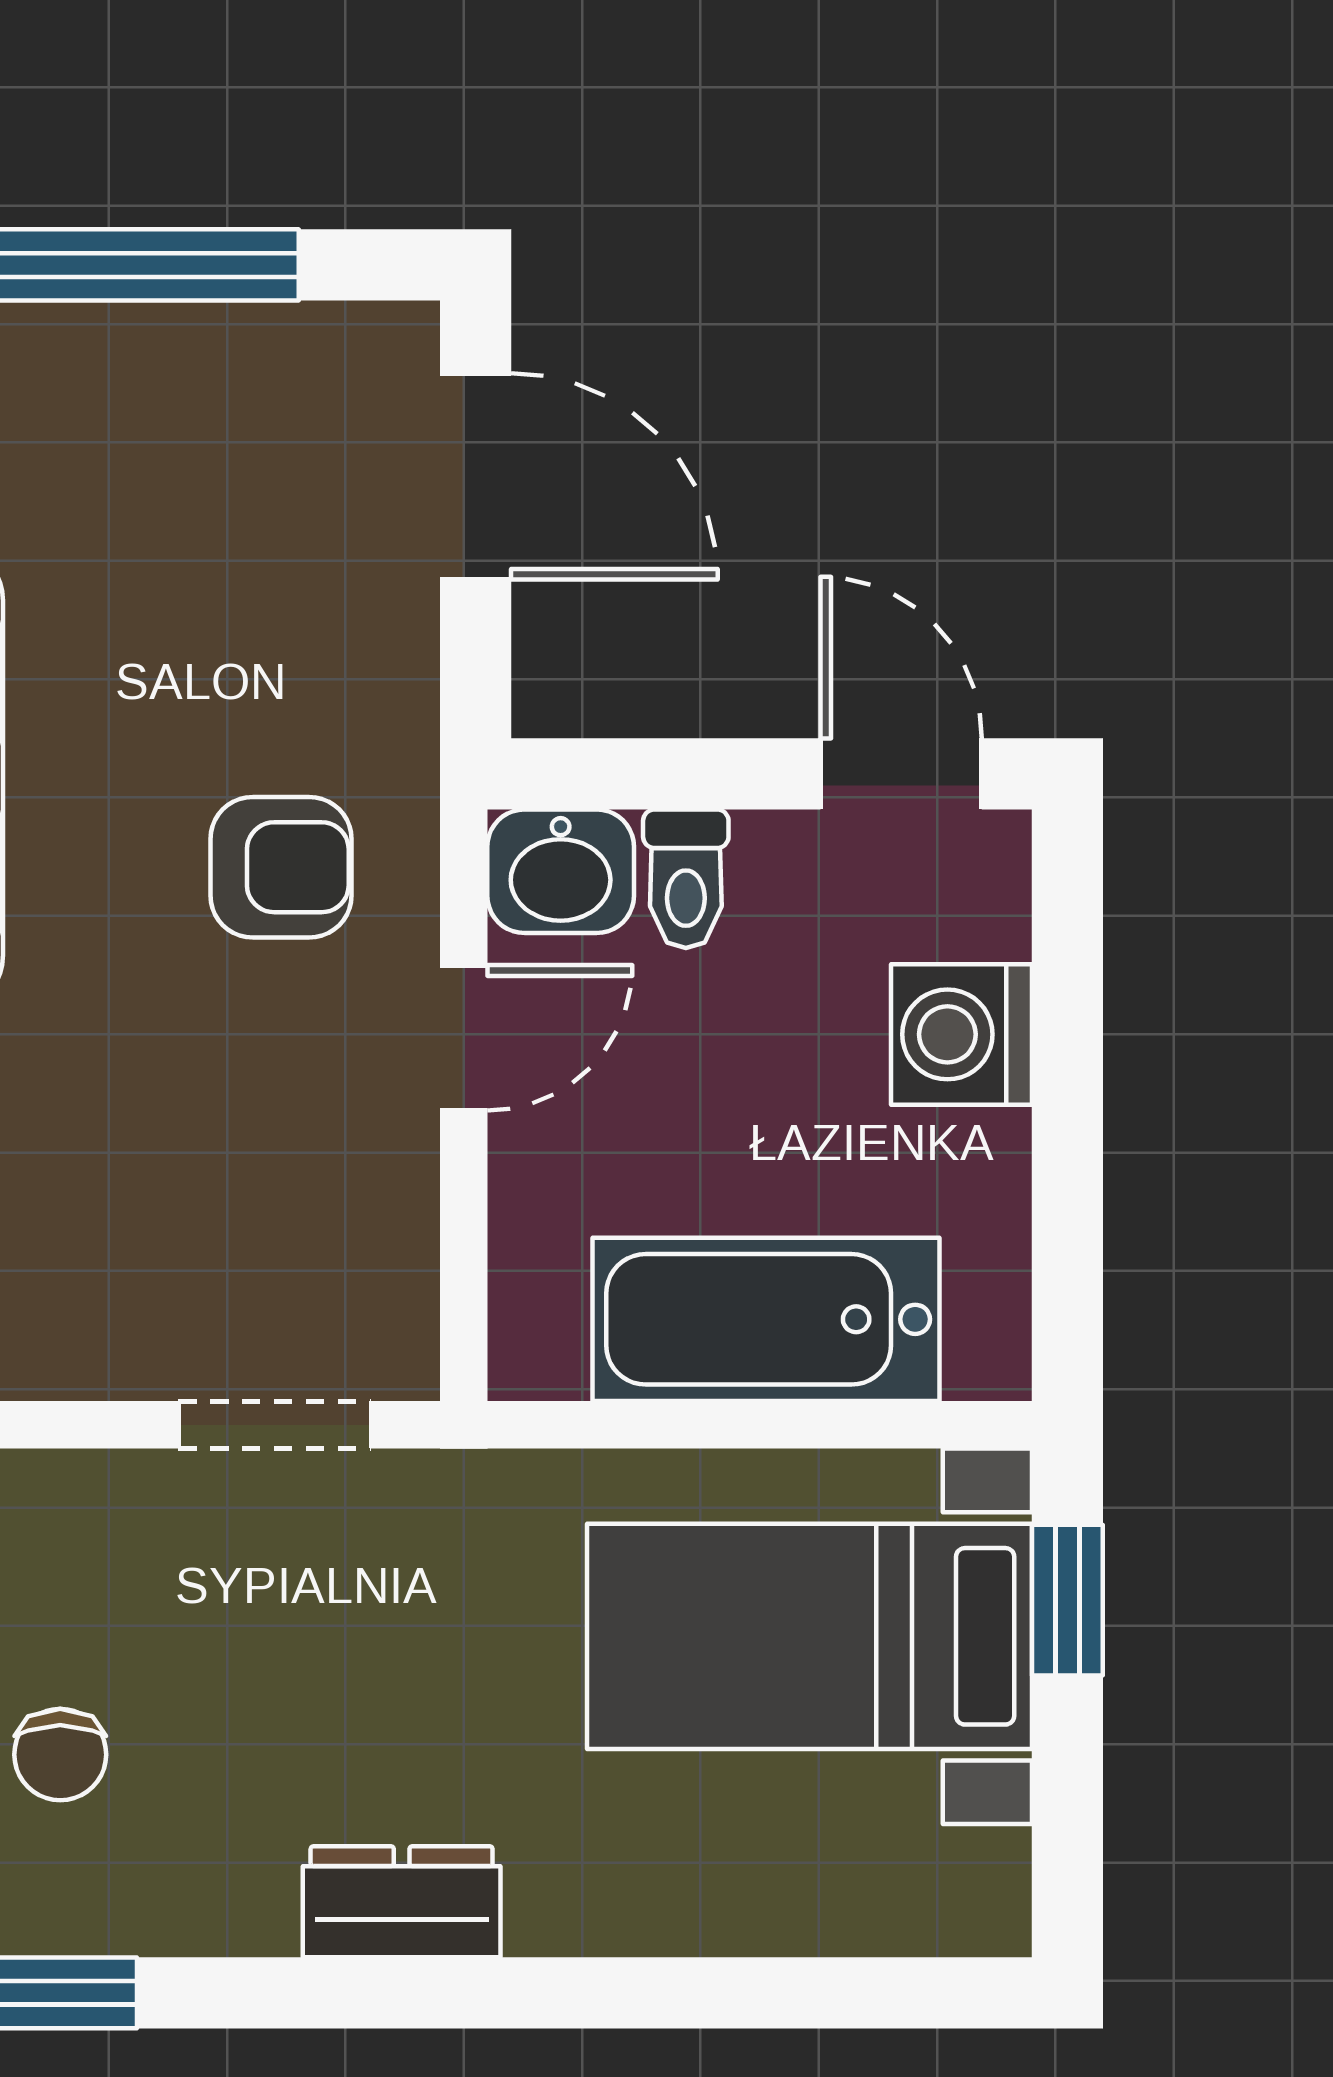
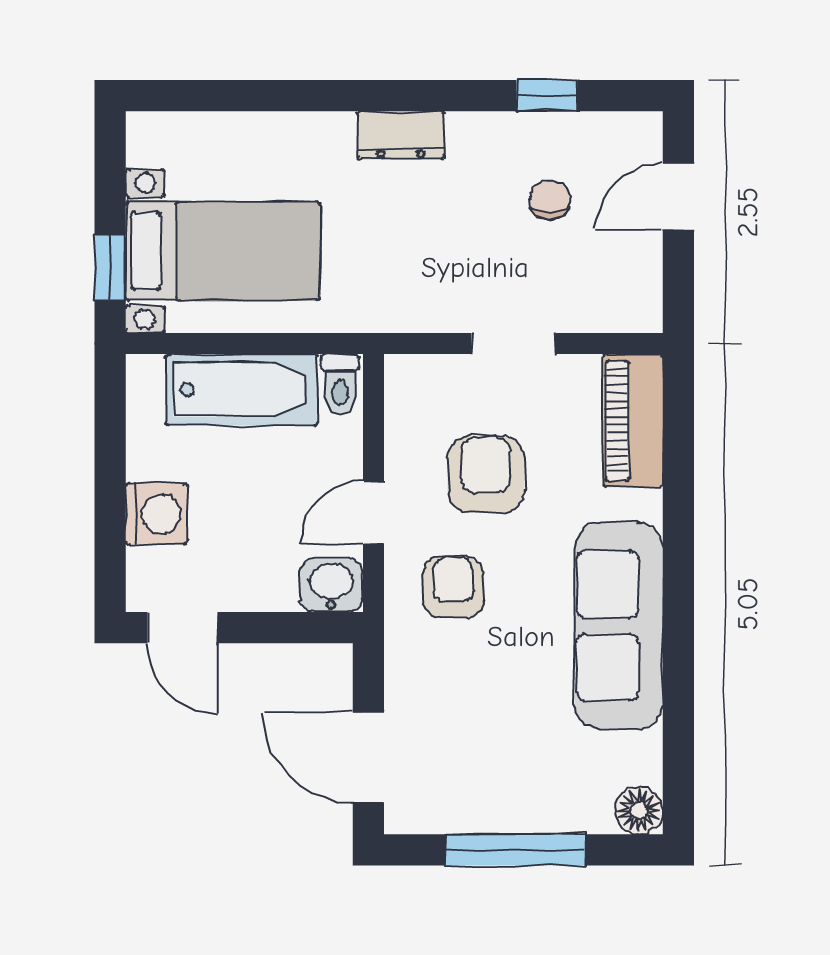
armchair: (281, 867) -> (453, 587), turned 90
toilet: (686, 879) -> (340, 384), moved, turned 180
armchair: (206, 1125) -> (486, 475), added
doorway: (275, 1425) -> (513, 344), moved

